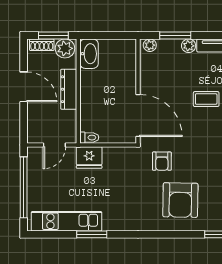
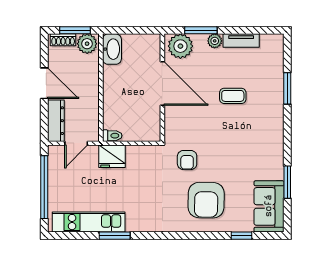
plant: (150, 45) -> (180, 46), width x1.87, depth x1.87
dresser: (69, 89) -> (56, 121), moved, turned 180
door: (138, 115) -> (162, 83), moved

